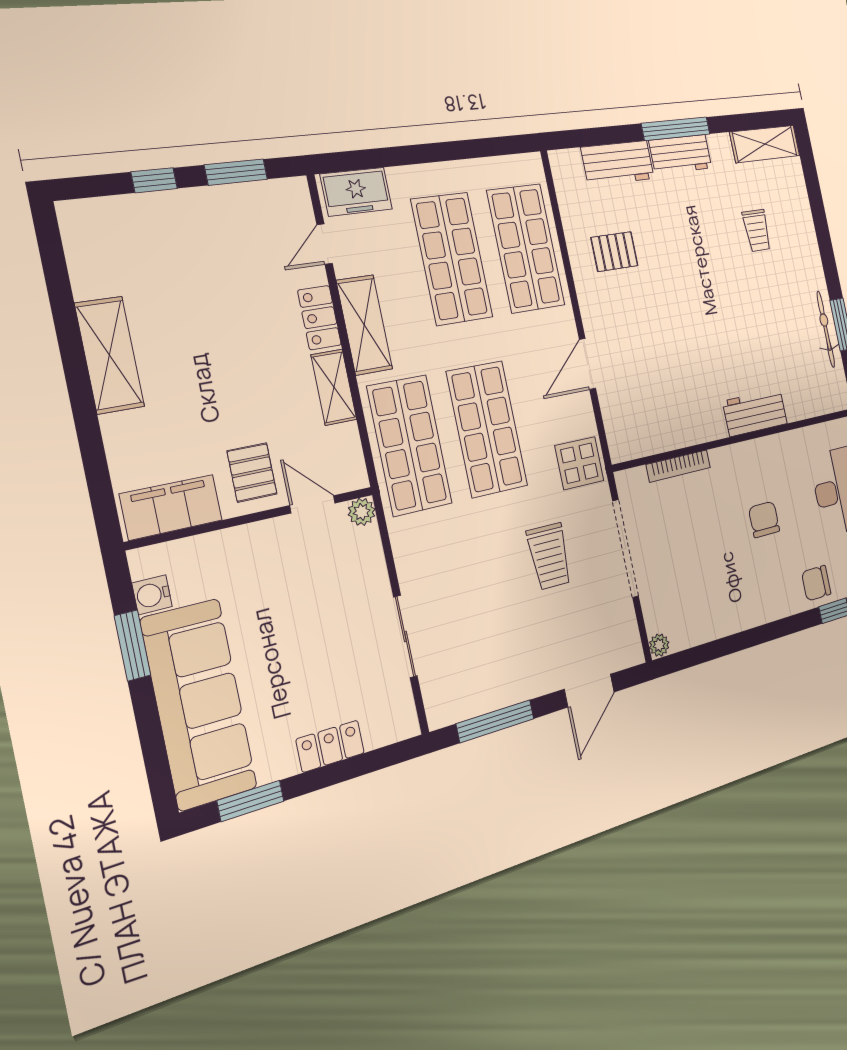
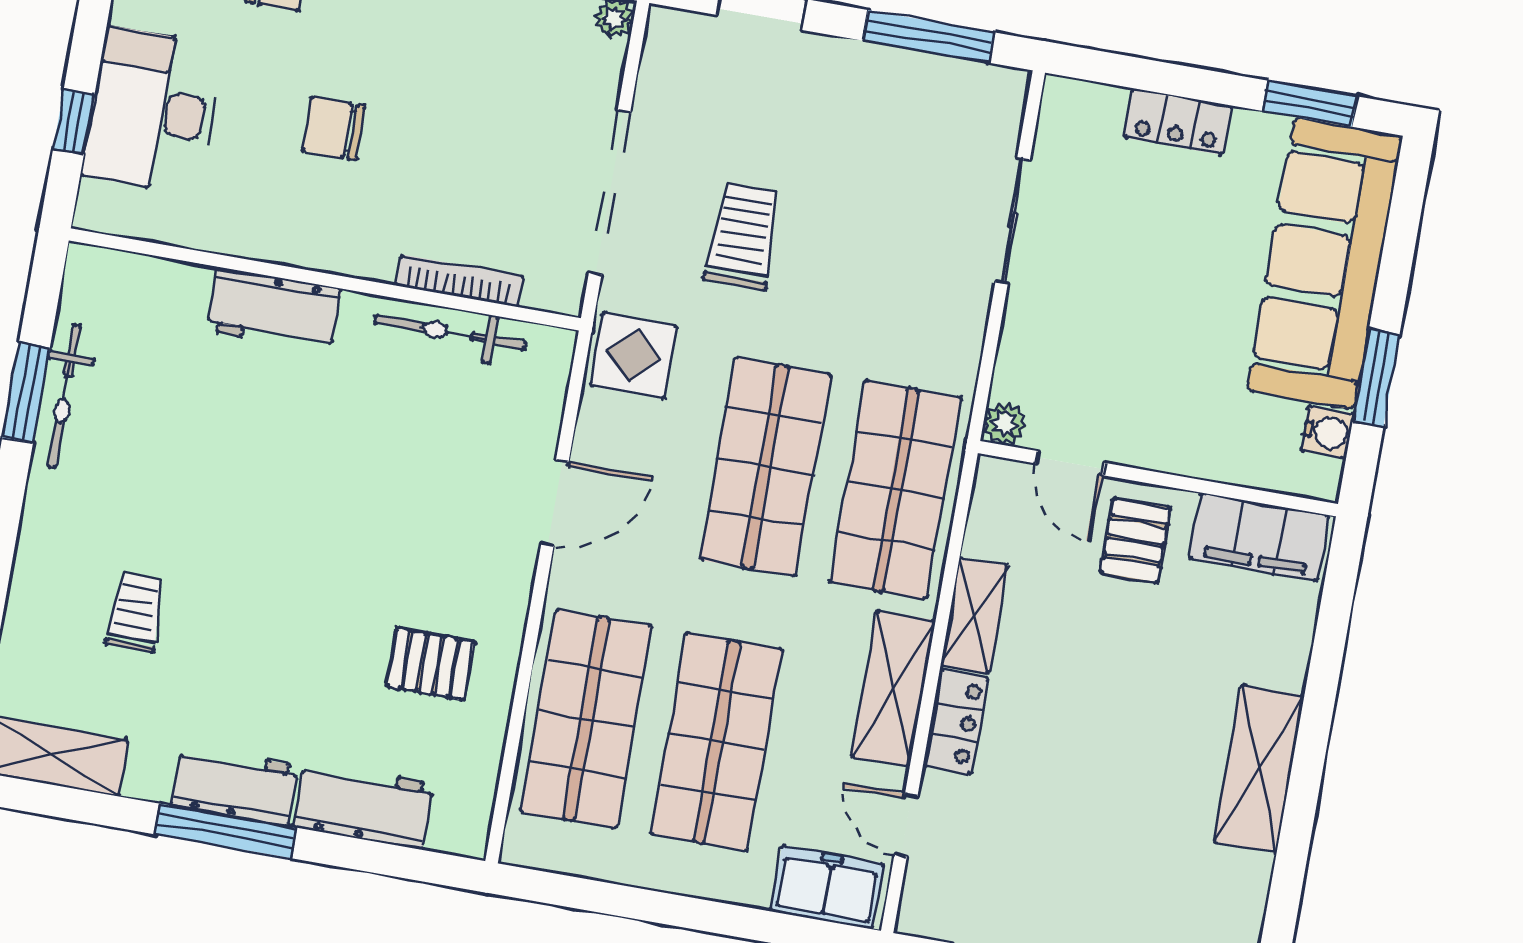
door: (325, 244) -> (906, 825), swing flipped
bicycle: (672, 436) -> (451, 332), added
chair: (764, 519) -> (334, 128), turned 90

